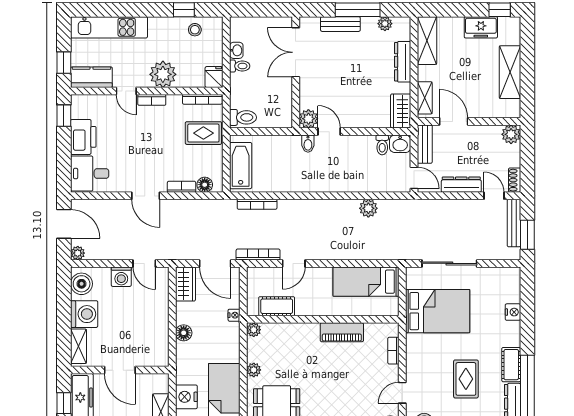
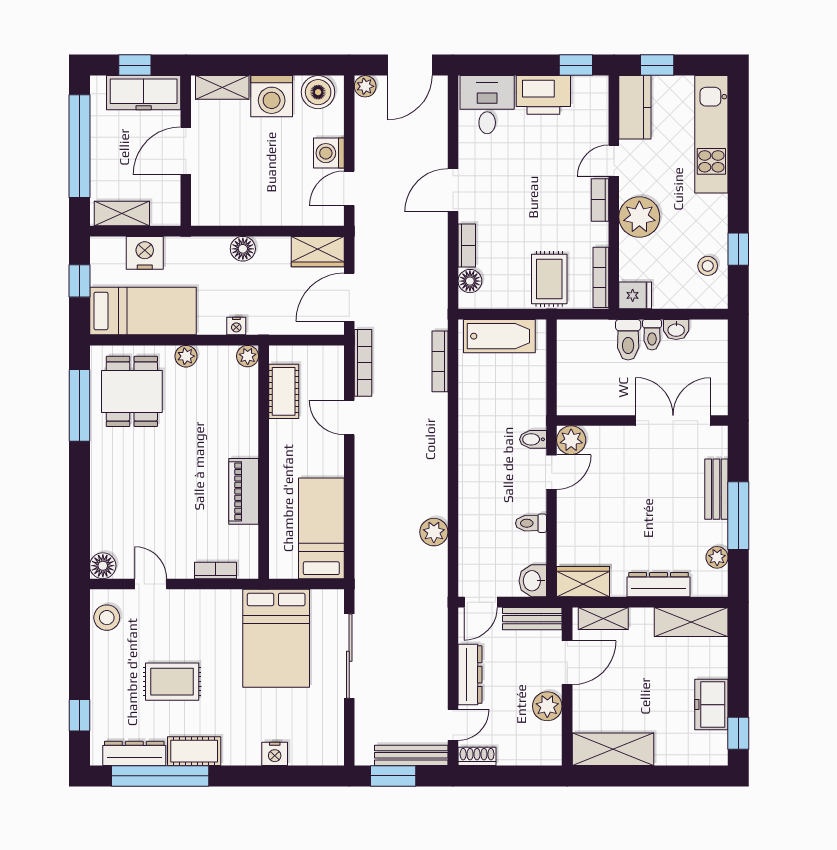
shelving: (510, 72) -> (613, 749), moved
toilet: (243, 117) -> (628, 340), moved
plant: (511, 134) -> (547, 706), moved
toilet: (382, 145) -> (531, 523), moved
nightstand: (234, 315) -> (236, 326), moved

